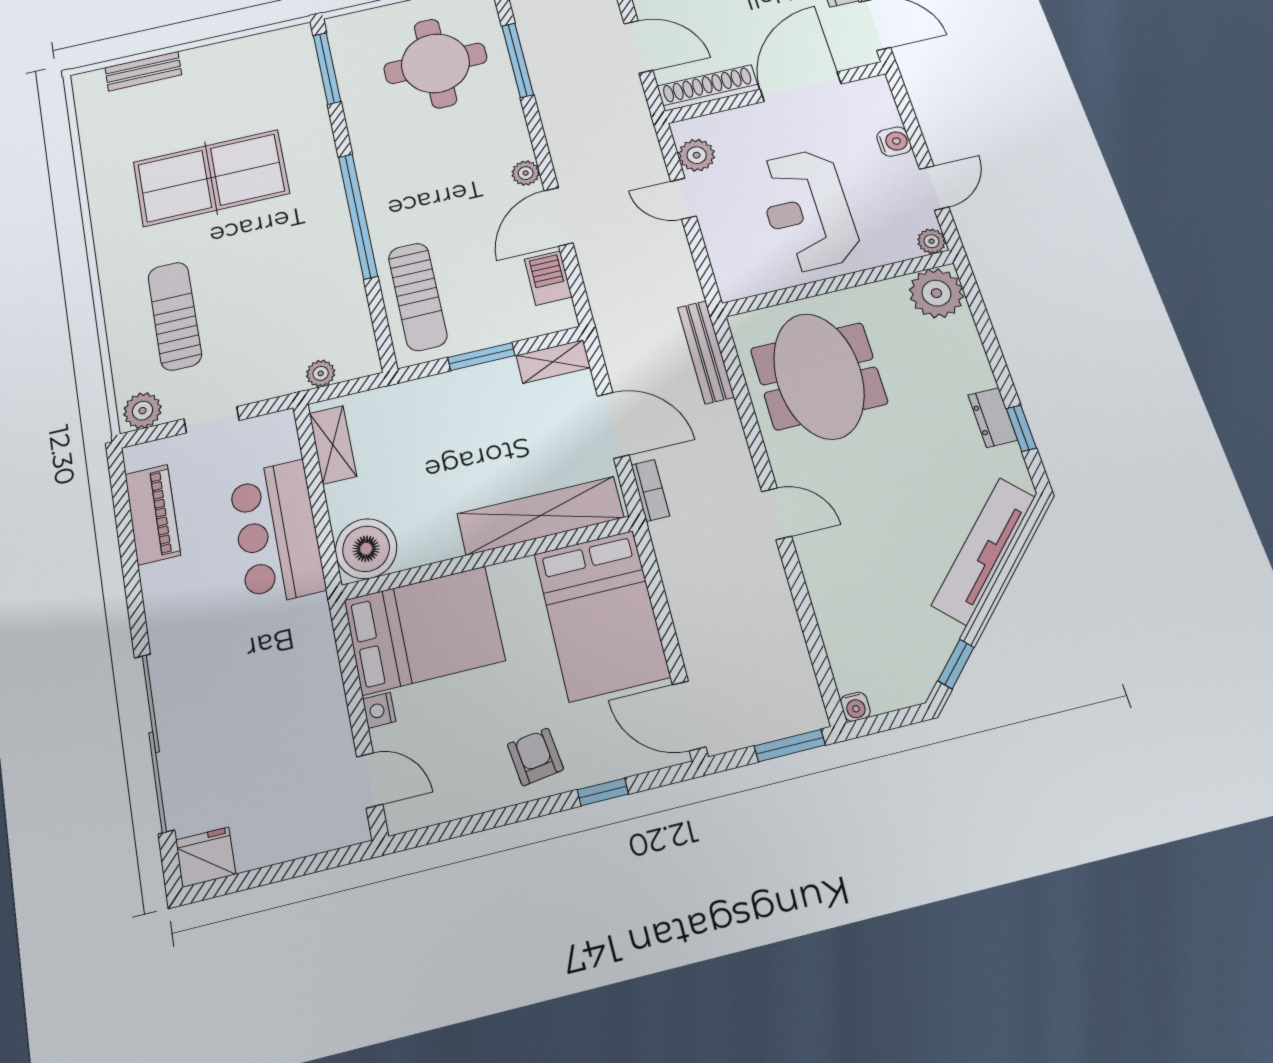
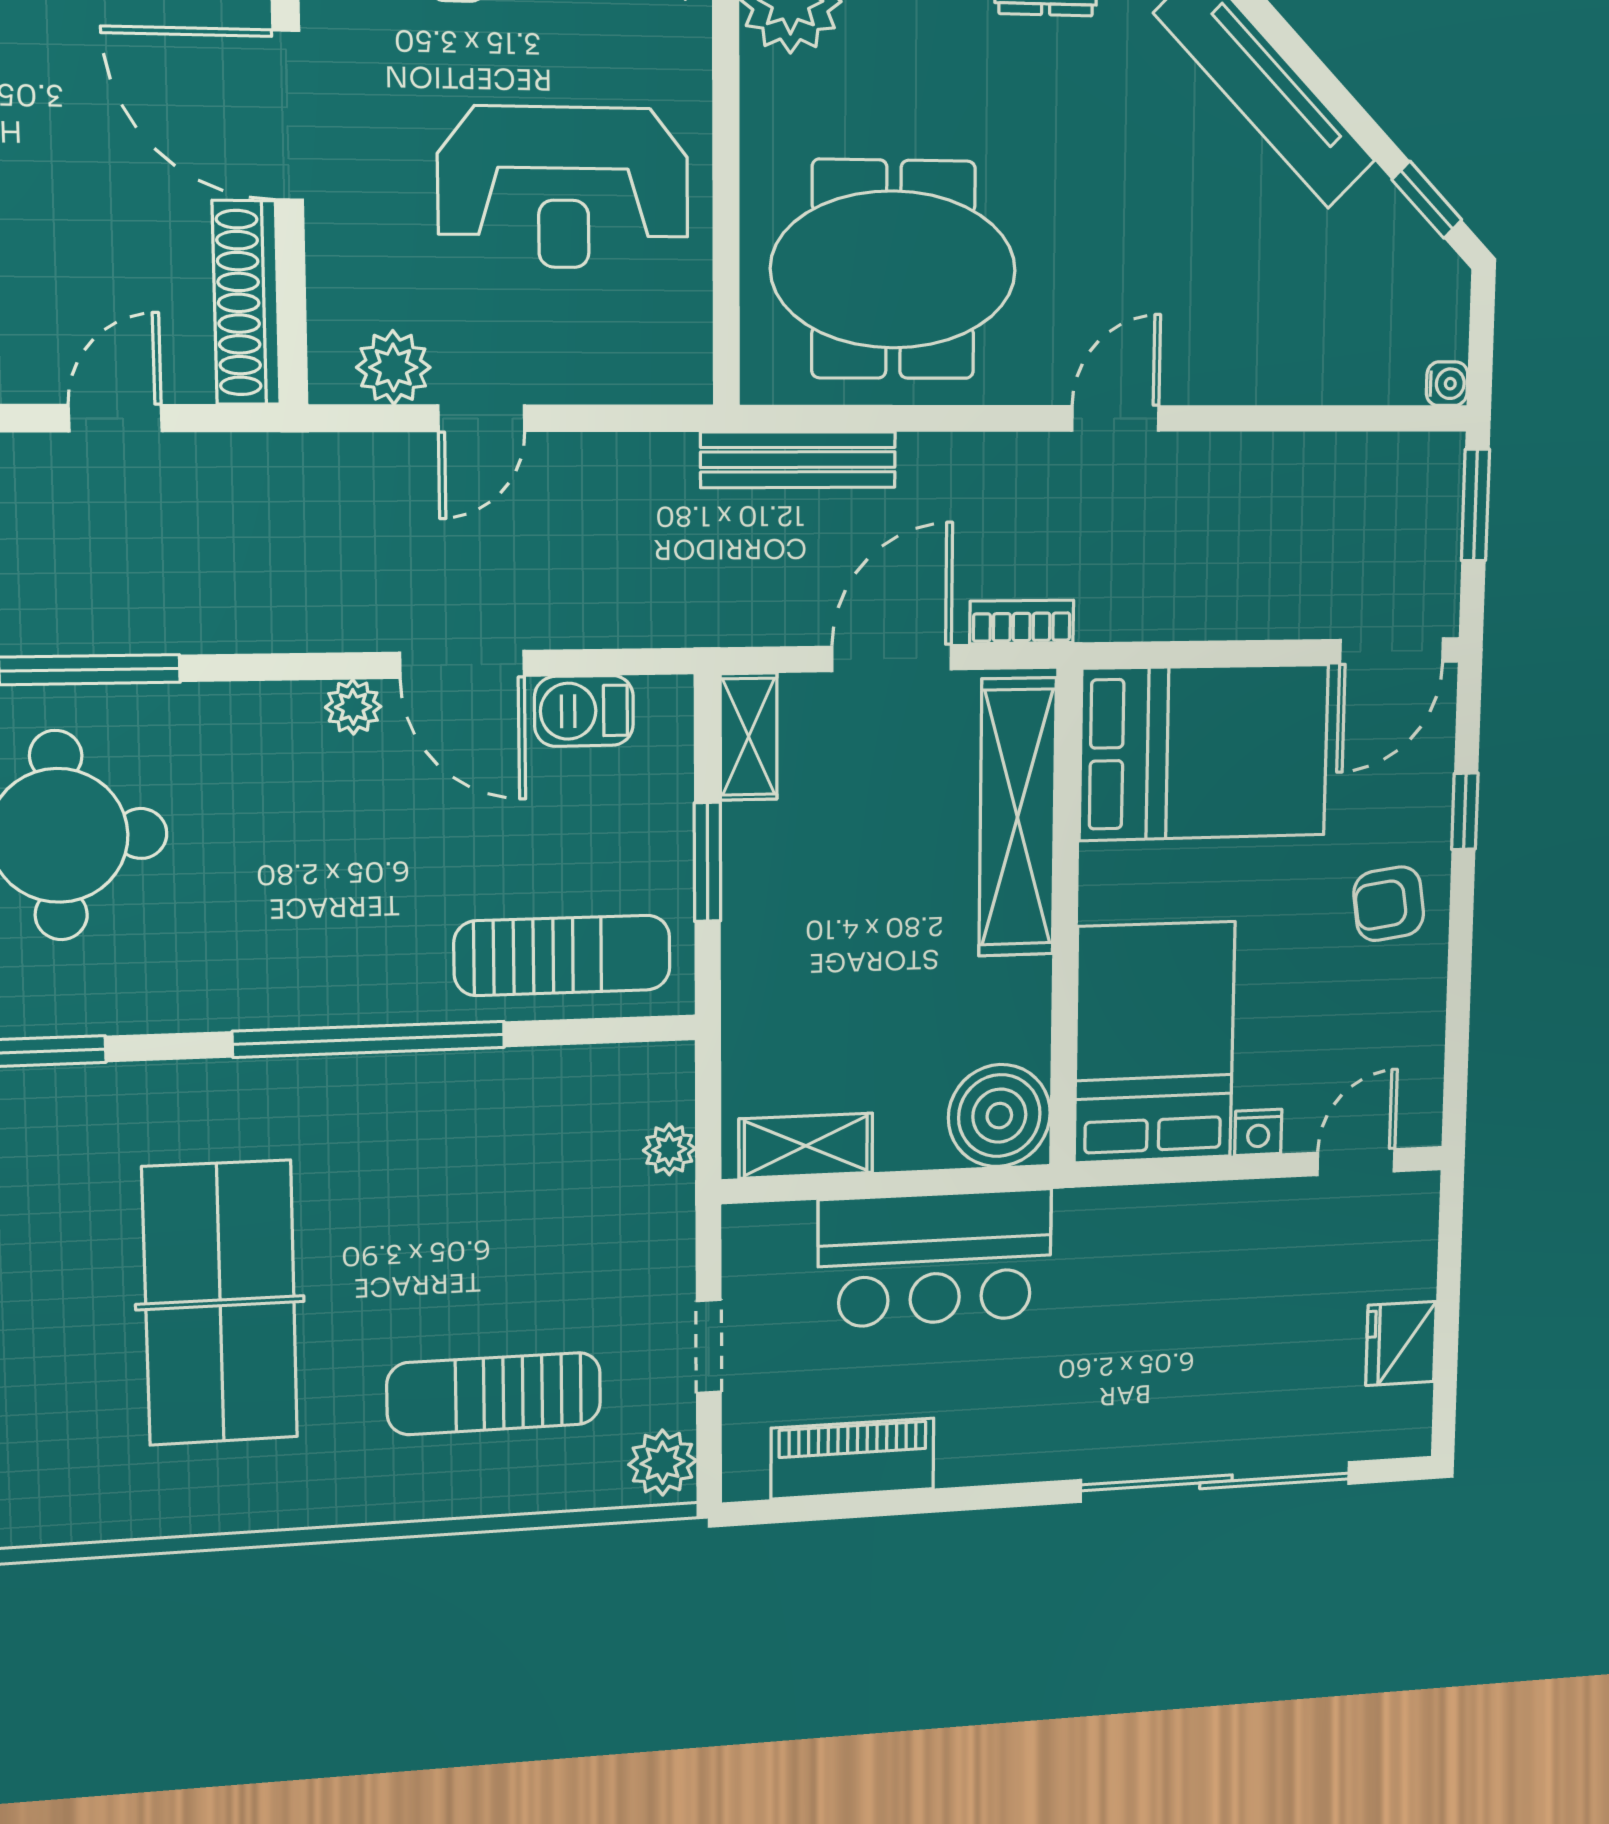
door: (638, 47) -> (115, 418), width x0.73
fridge: (206, 857) -> (1401, 1343), moved

